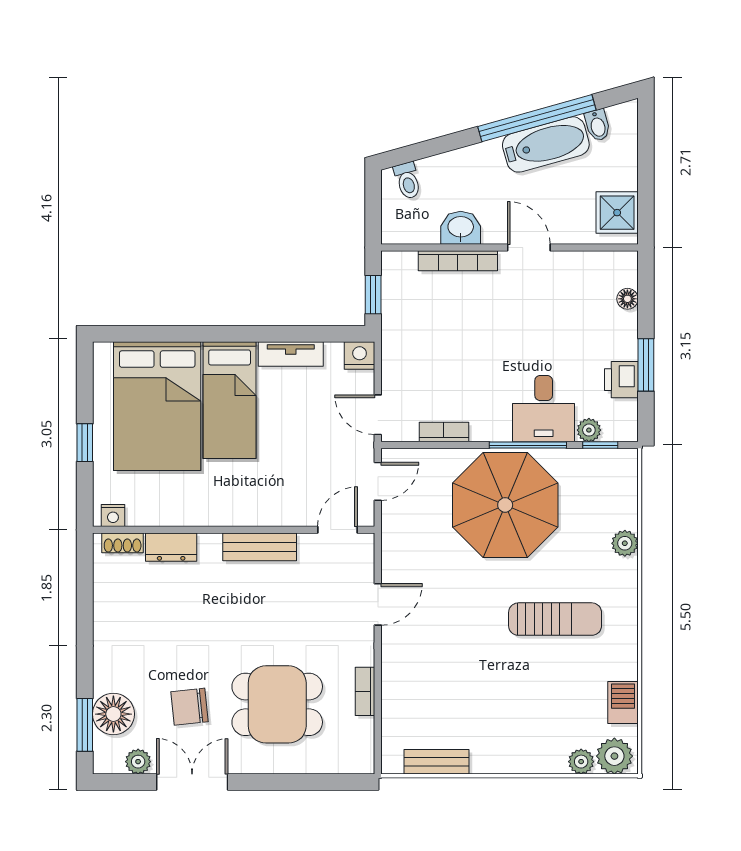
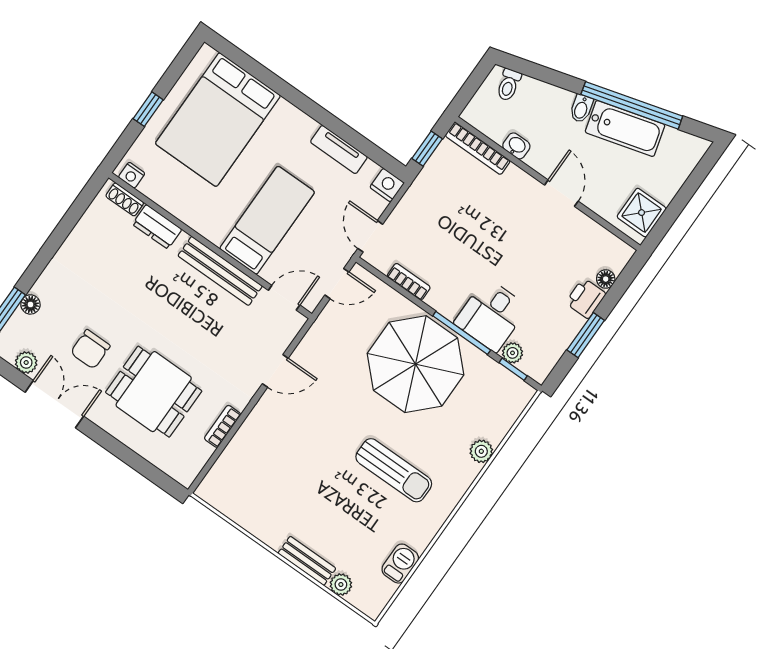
bidet: (598, 125) -> (581, 109), moved
washbasin: (461, 228) -> (516, 146), width x0.72, depth x0.69
bookcase: (458, 261) -> (478, 148), moved
printer: (621, 380) -> (586, 298), moved
bed: (230, 400) -> (267, 220), moved, turned 180
bench: (260, 547) -> (220, 271), width x1.36
chair: (190, 707) -> (90, 349), turned -84
floor lamp: (113, 714) -> (30, 304), width x0.53, depth x0.53
plant: (614, 756) -> (367, 597), removed
bench: (436, 762) -> (307, 561), moved

